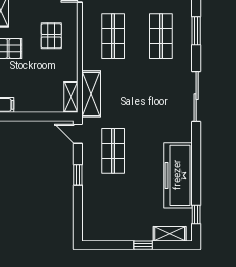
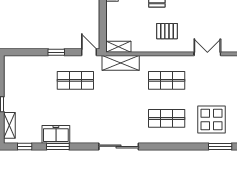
window: (196, 31) -> (58, 146), moved
door: (78, 134) -> (89, 52), hinge flipped
freezer: (178, 175) -> (56, 134), width x0.52, depth x0.79

